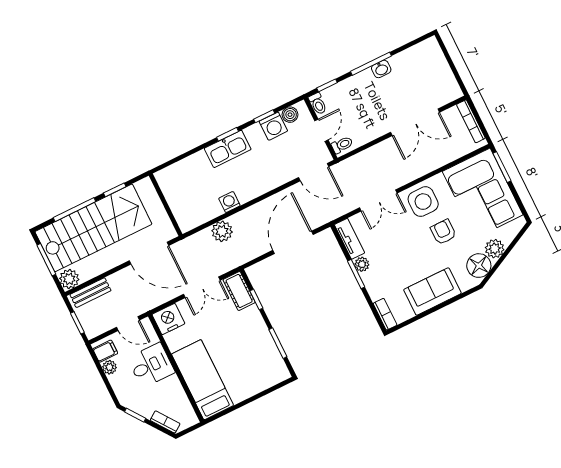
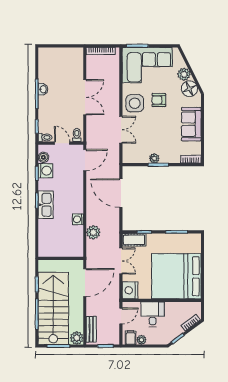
double door: (415, 122) -> (85, 97), moved
tv unit: (350, 239) -> (135, 158), removed
bed: (202, 380) -> (176, 276), width x2.04

